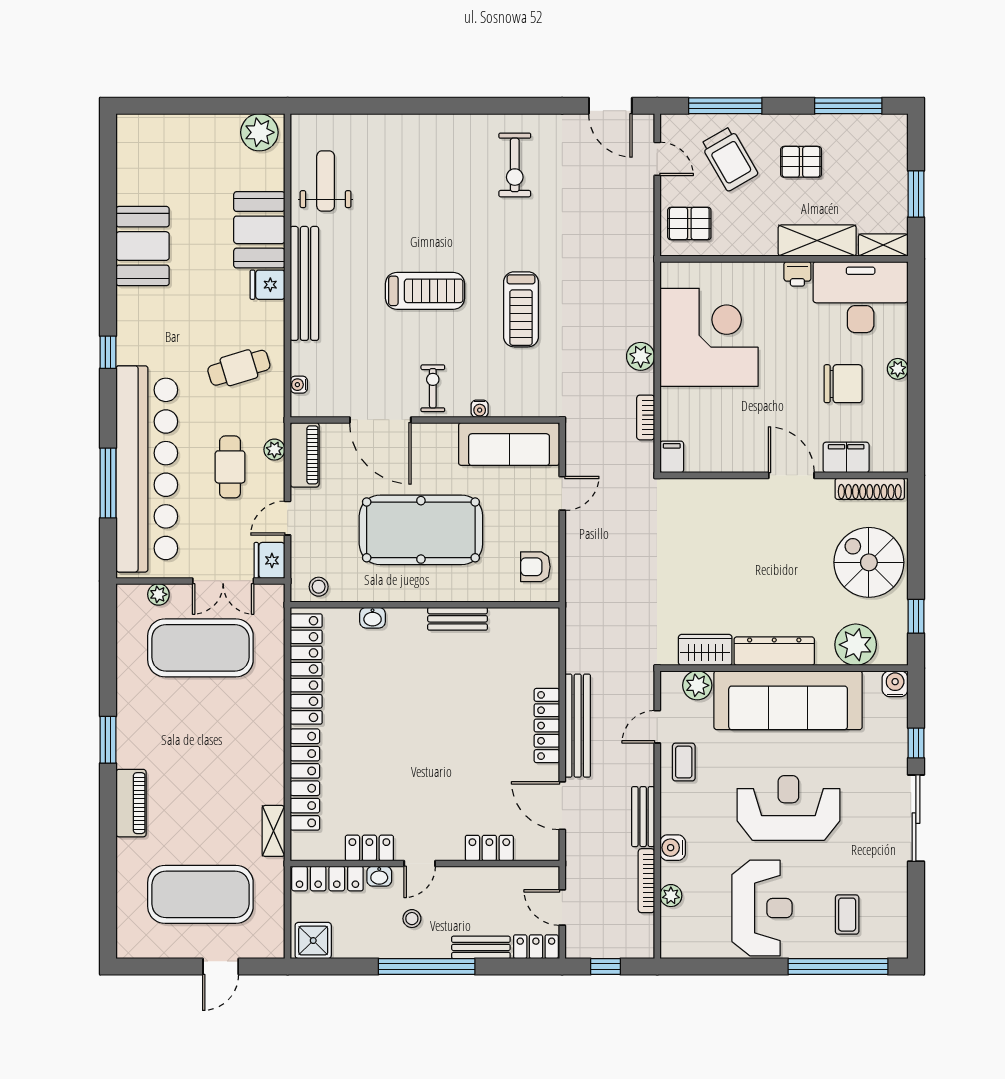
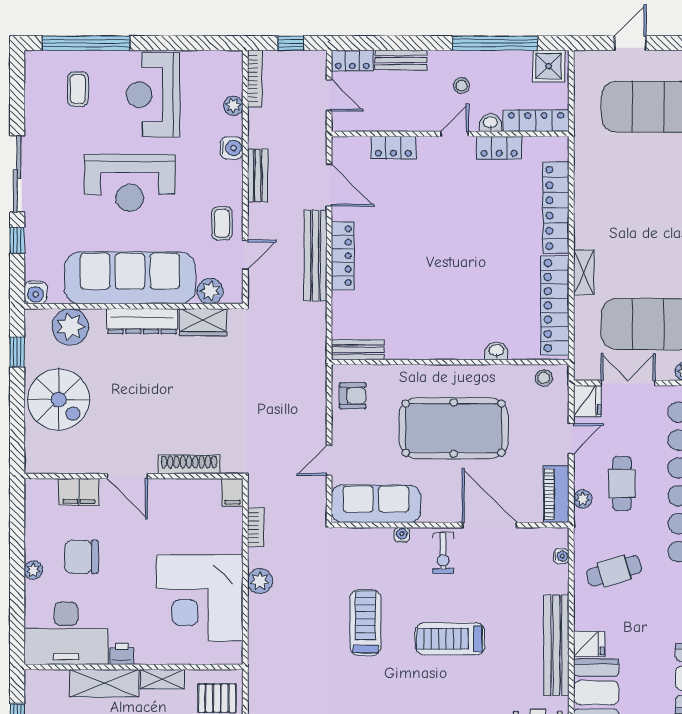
shelving: (883, 245) -> (162, 679), moved
shoe rack: (870, 489) -> (189, 464), moved
bench: (458, 619) -> (358, 350), moved
shelving: (273, 831) -> (584, 272), moved
bookcase: (646, 881) -> (255, 78), moved
window: (427, 967) -> (495, 43), moved

